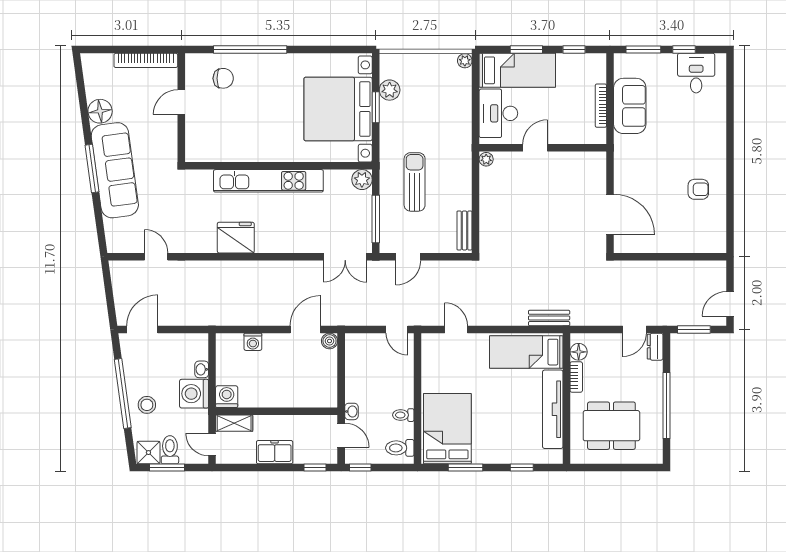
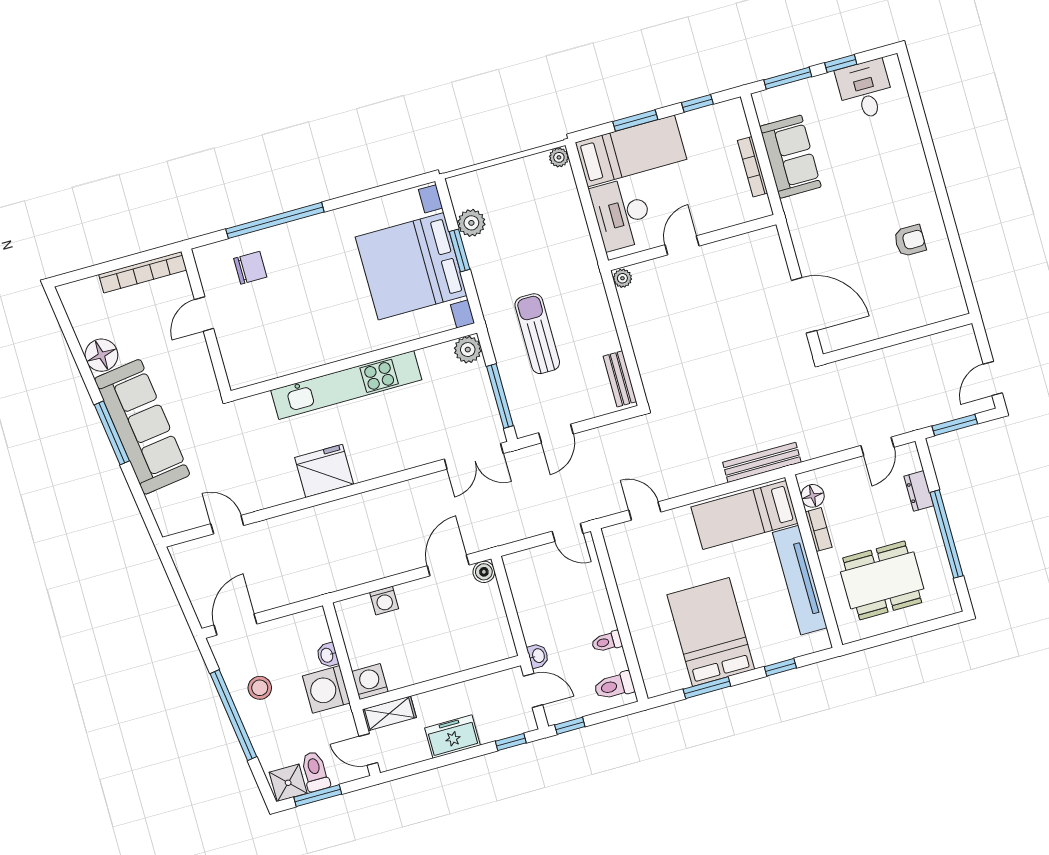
bench: (549, 318) -> (762, 462), width x1.36
dresser: (655, 347) -> (919, 491), moved
stool: (147, 405) -> (260, 688), moved
bed: (447, 429) -> (711, 632), moved

